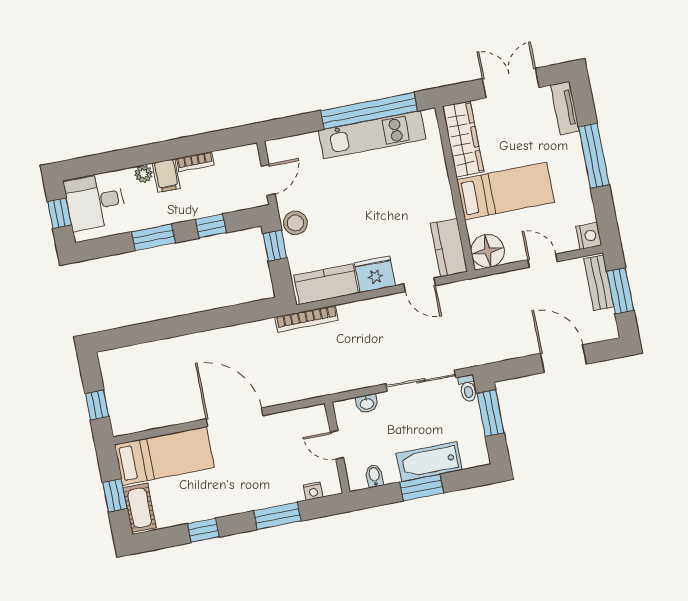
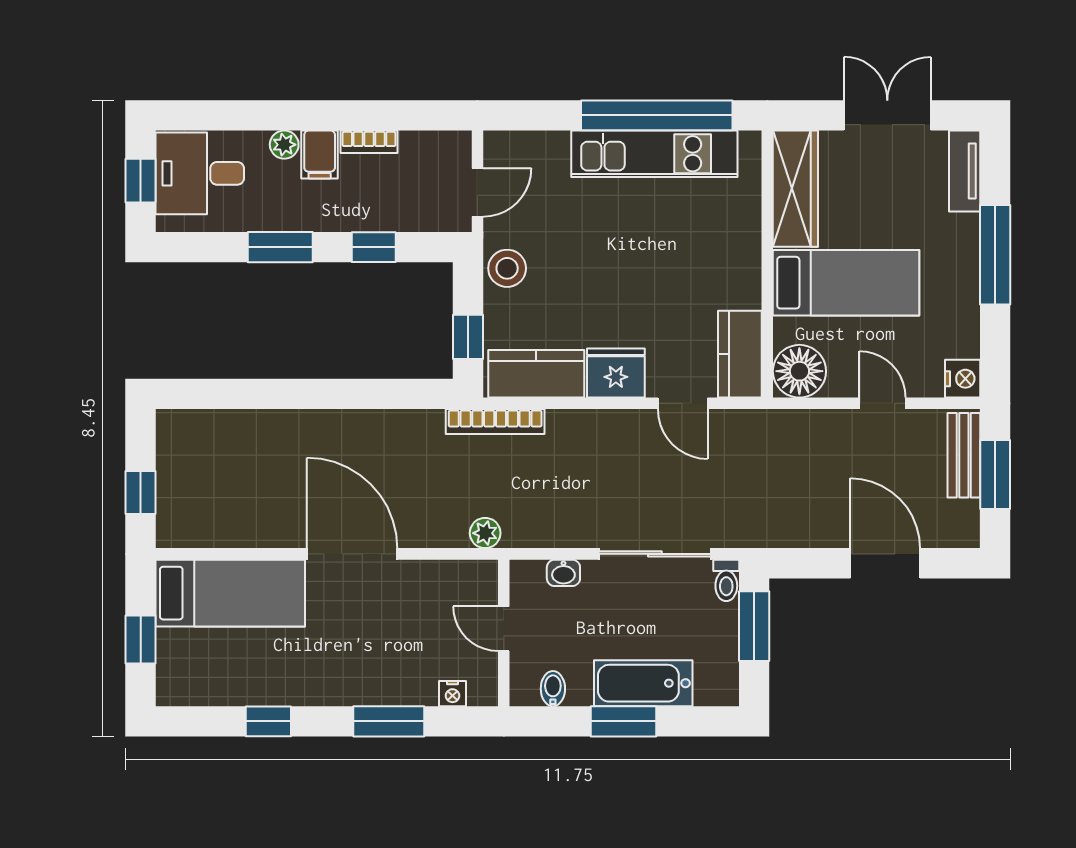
window: (275, 246) -> (468, 337), moved
plant: (314, 388) -> (485, 533), added
cot: (140, 508) -> (176, 667), removed

